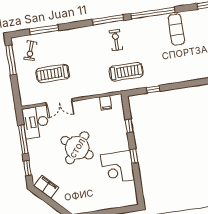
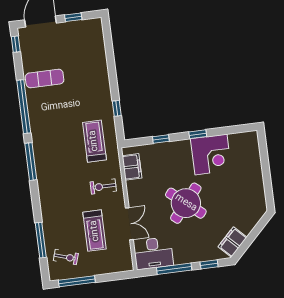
exercise bike: (116, 40) -> (103, 186), moved
filing cabinet: (106, 103) -> (132, 167), width x2.00

